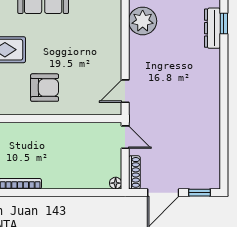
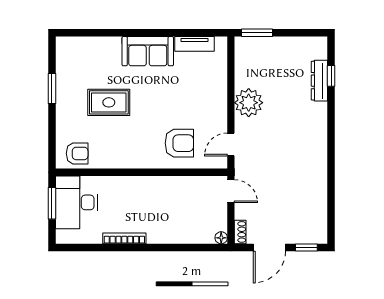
plant: (143, 21) -> (249, 103), moved
armchair: (45, 88) -> (179, 143), moved
shoe rack: (134, 172) -> (240, 232), width x0.70

